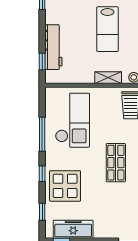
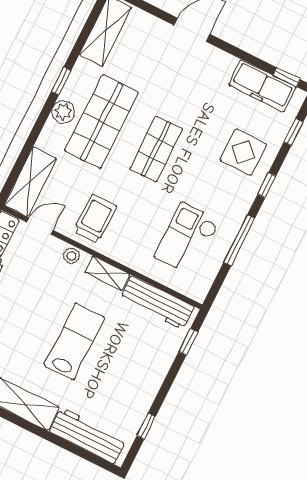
workbench: (53, 47) -> (157, 303), moved, turned -90
checkout: (72, 120) -> (187, 239), width x0.73, depth x0.83
display table: (65, 186) -> (243, 152), width x0.73, depth x0.73

